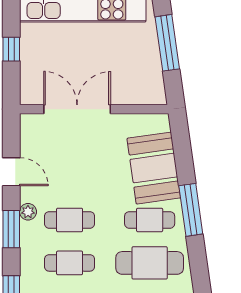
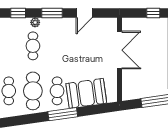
plant: (28, 212) -> (35, 22), moved
cafe table: (70, 220) -> (57, 46), removed

